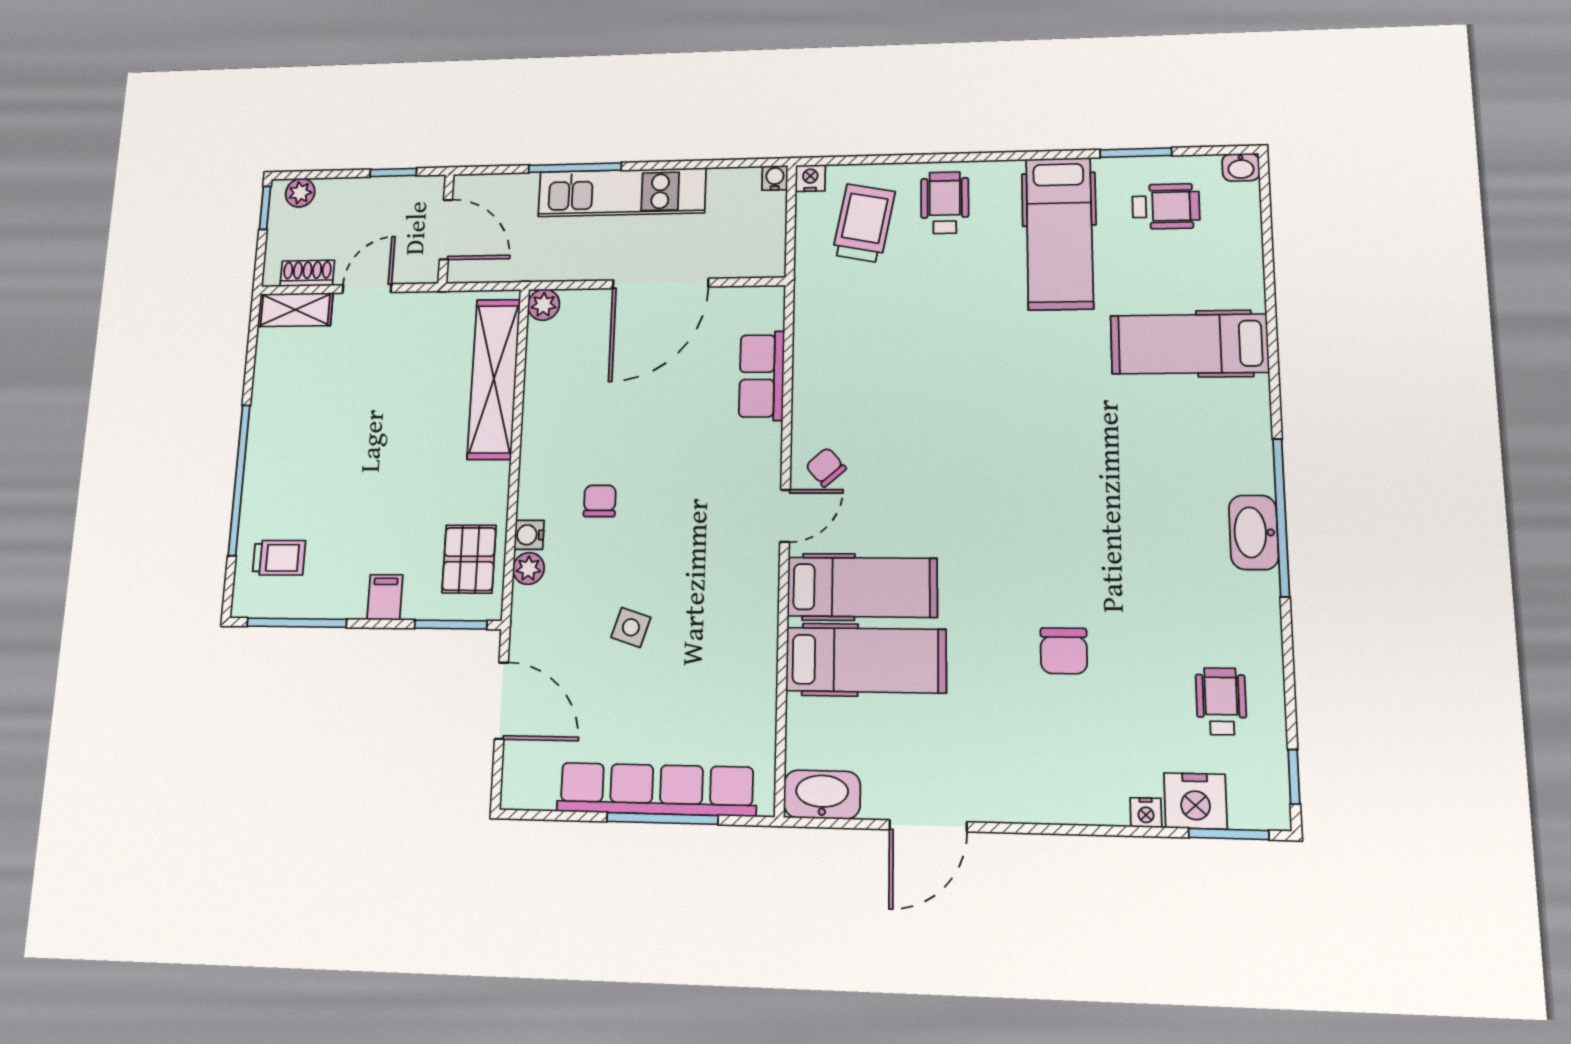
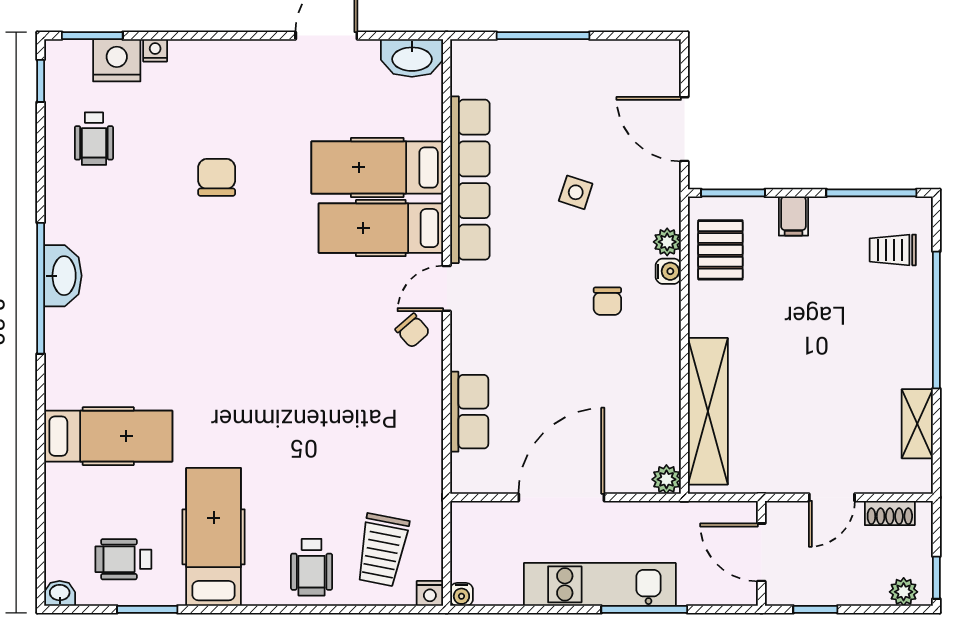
shelving: (295, 310) -> (917, 424), moved, turned 90
row of seats: (656, 789) -> (470, 180), moved, turned -90

